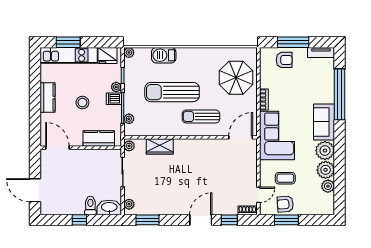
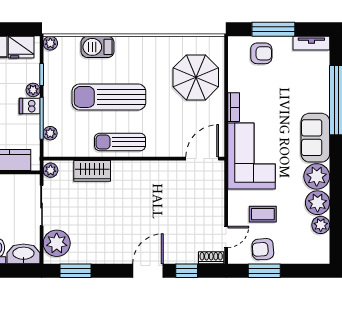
sun lounger: (201, 116) -> (120, 142), moved
plant: (129, 204) -> (57, 243), width x1.87, depth x1.87

